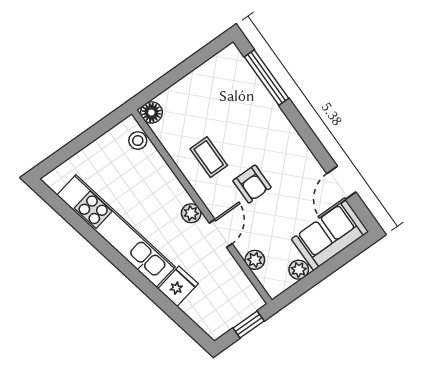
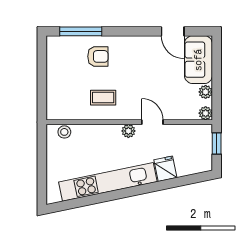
floor lamp: (151, 112) -> (54, 112), removed
armchair: (252, 184) -> (98, 56), moved
plant: (255, 260) -> (206, 113), moved

